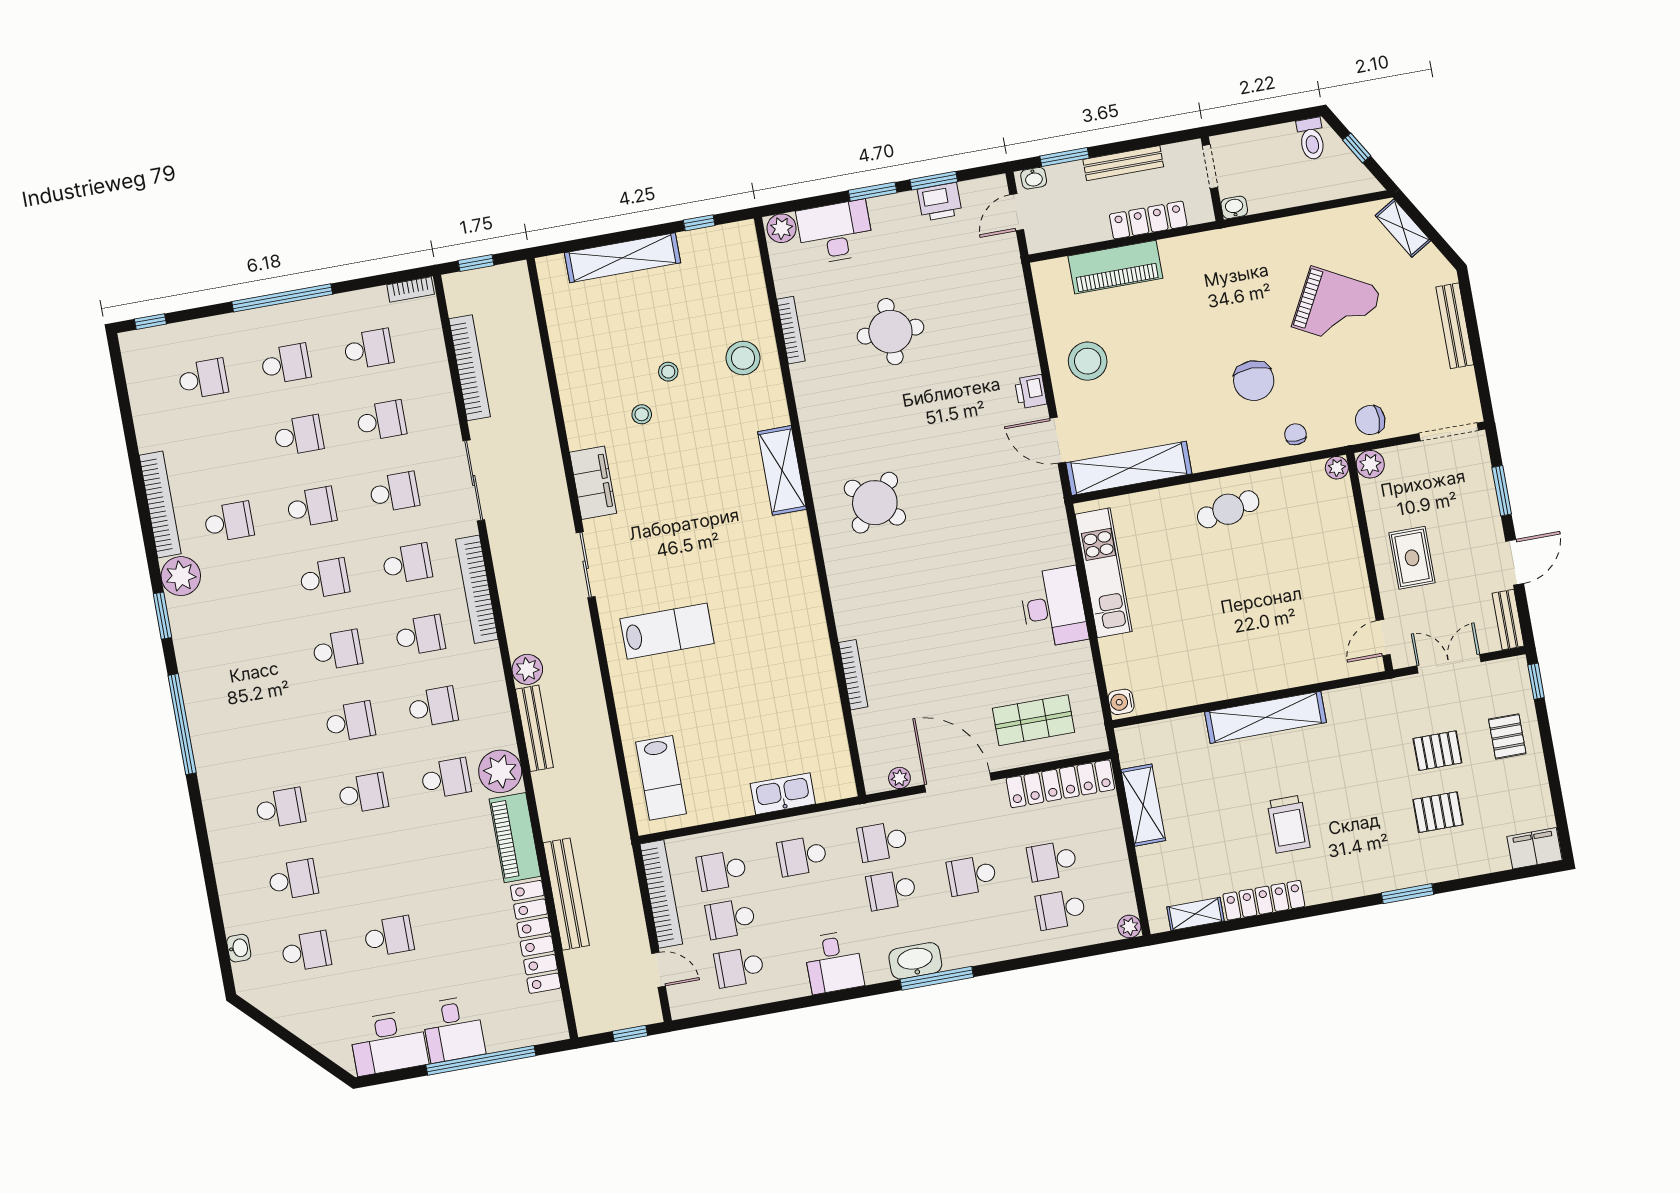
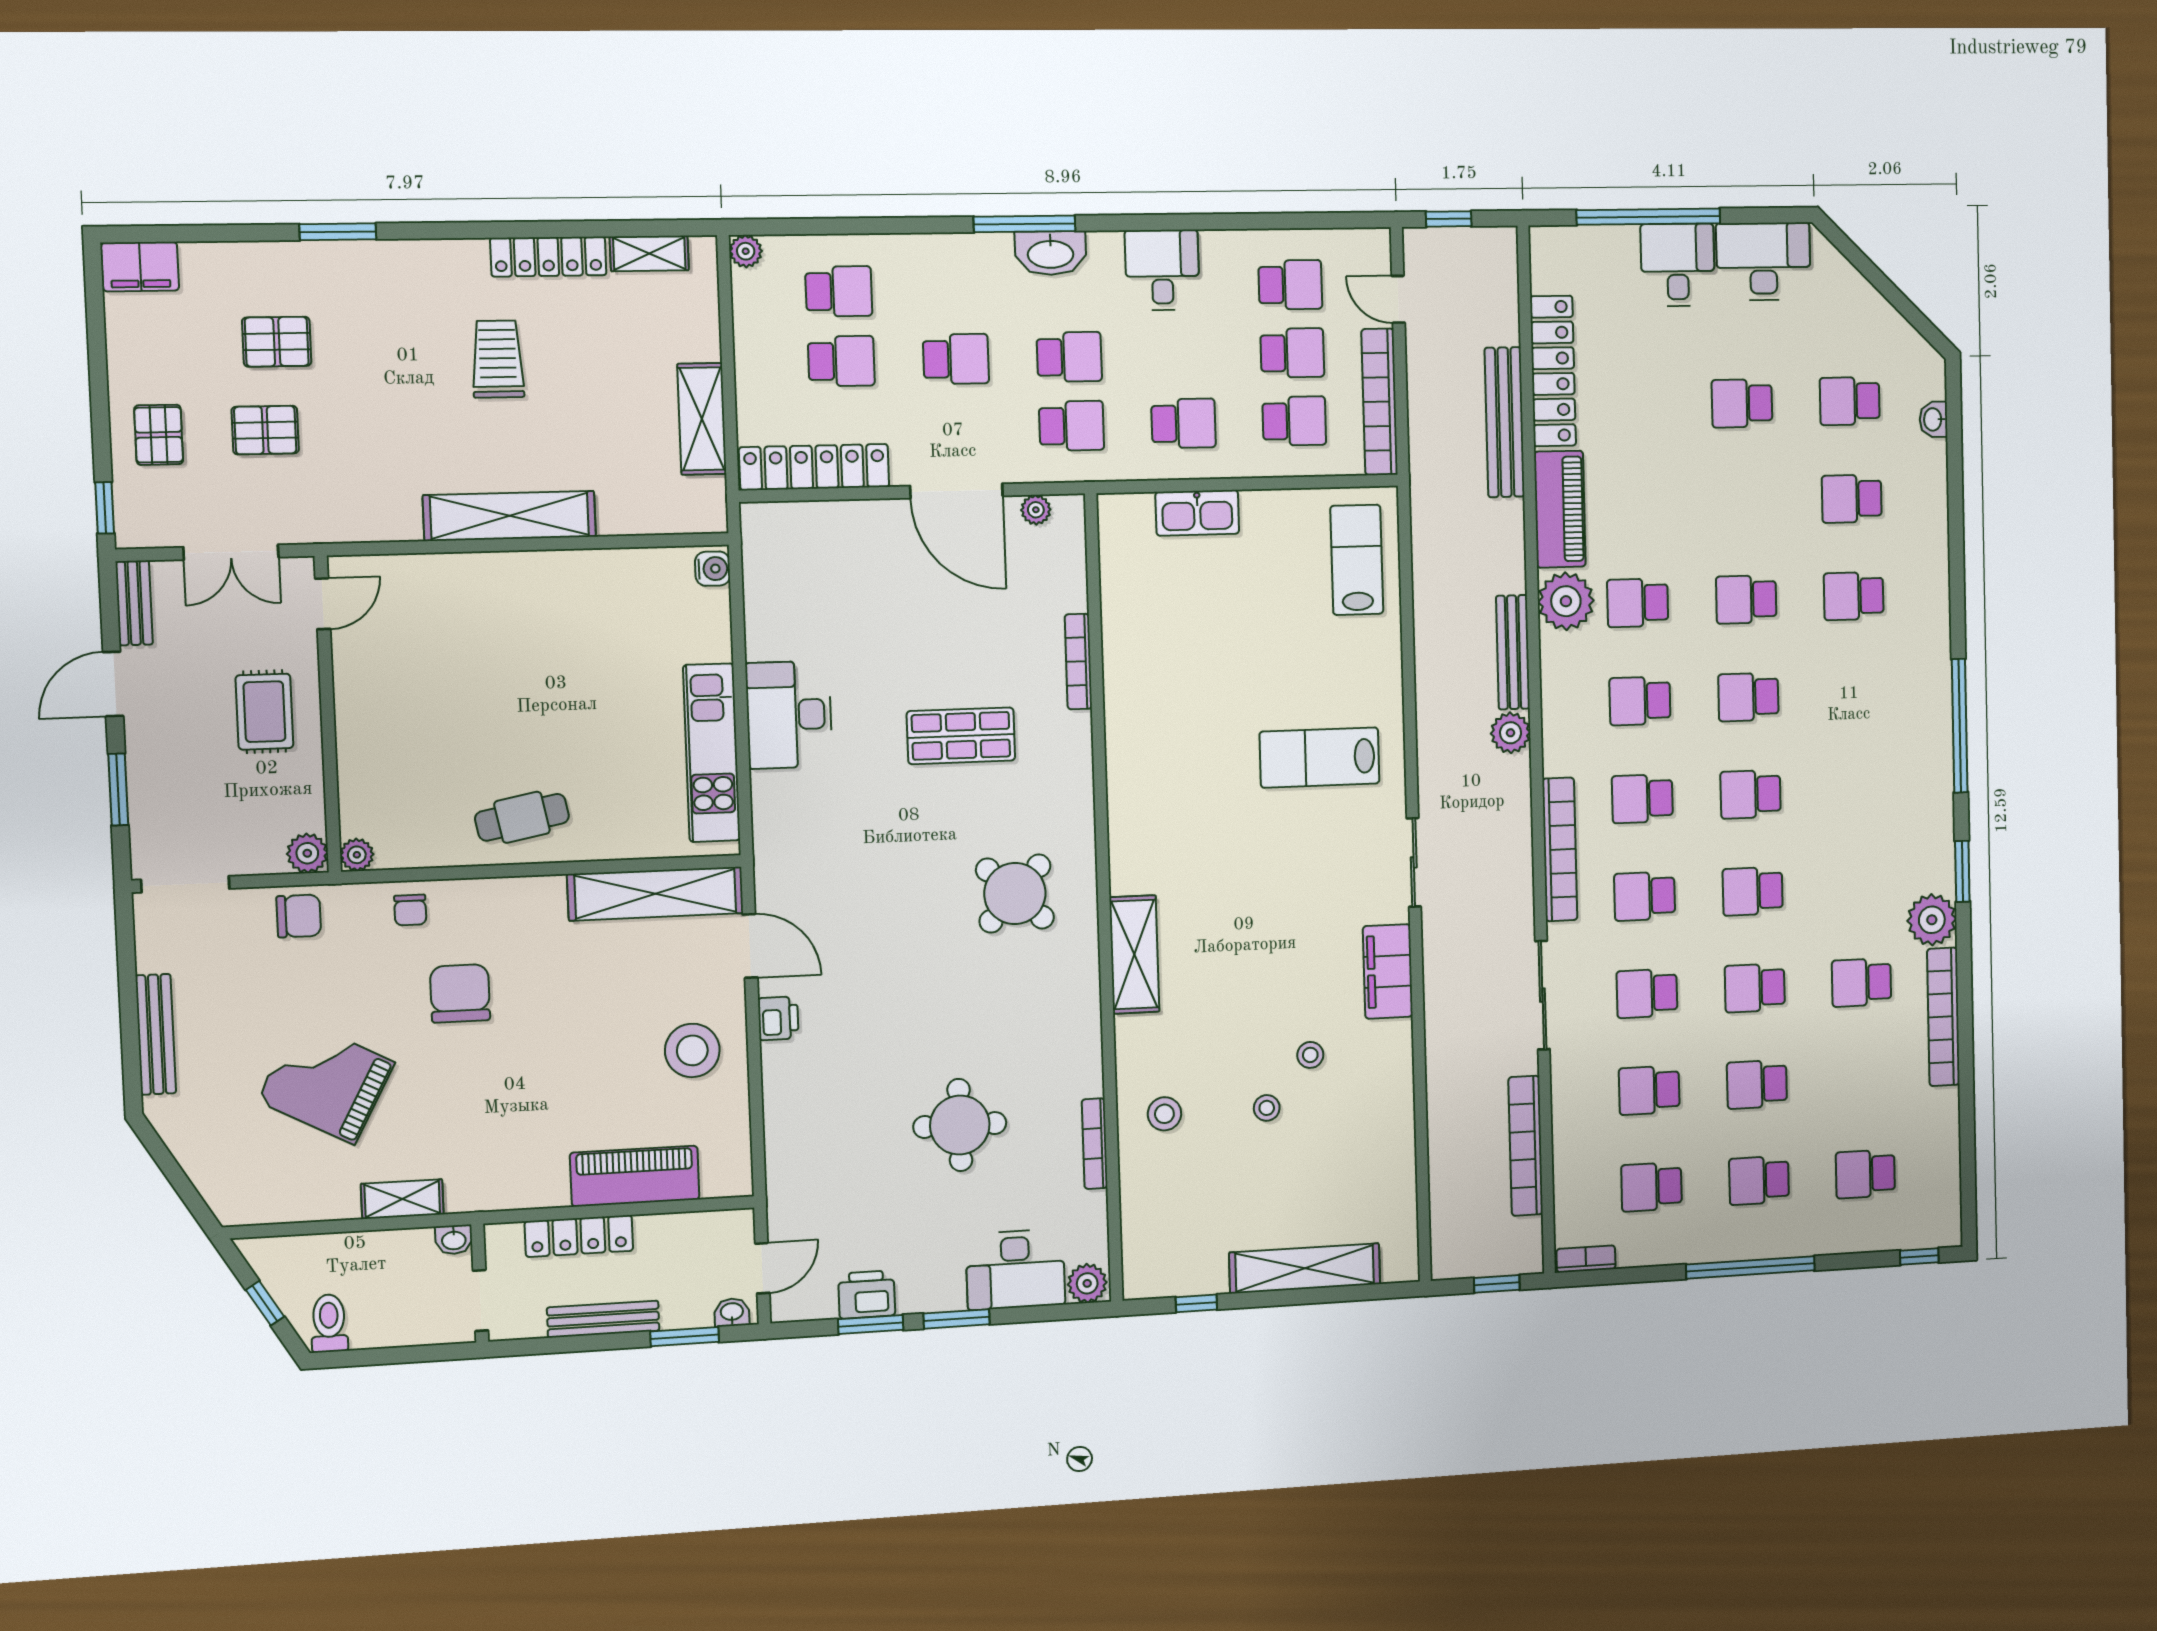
shelving: (1403, 228) -> (402, 1199), moved, turned -59
stool: (743, 358) -> (1164, 1114), width x0.73, depth x0.73
shop shelf: (1033, 720) -> (961, 736), moved

